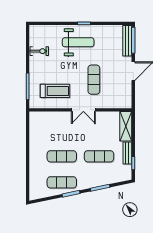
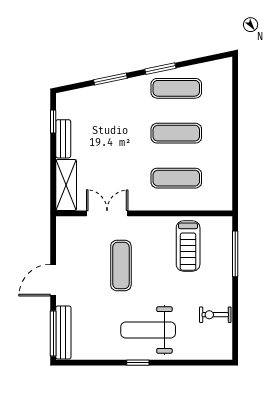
treadmill: (55, 91) -> (188, 246), turned -90
double door: (83, 110) -> (107, 213), moved
exercise mat: (99, 156) -> (176, 178), moved

